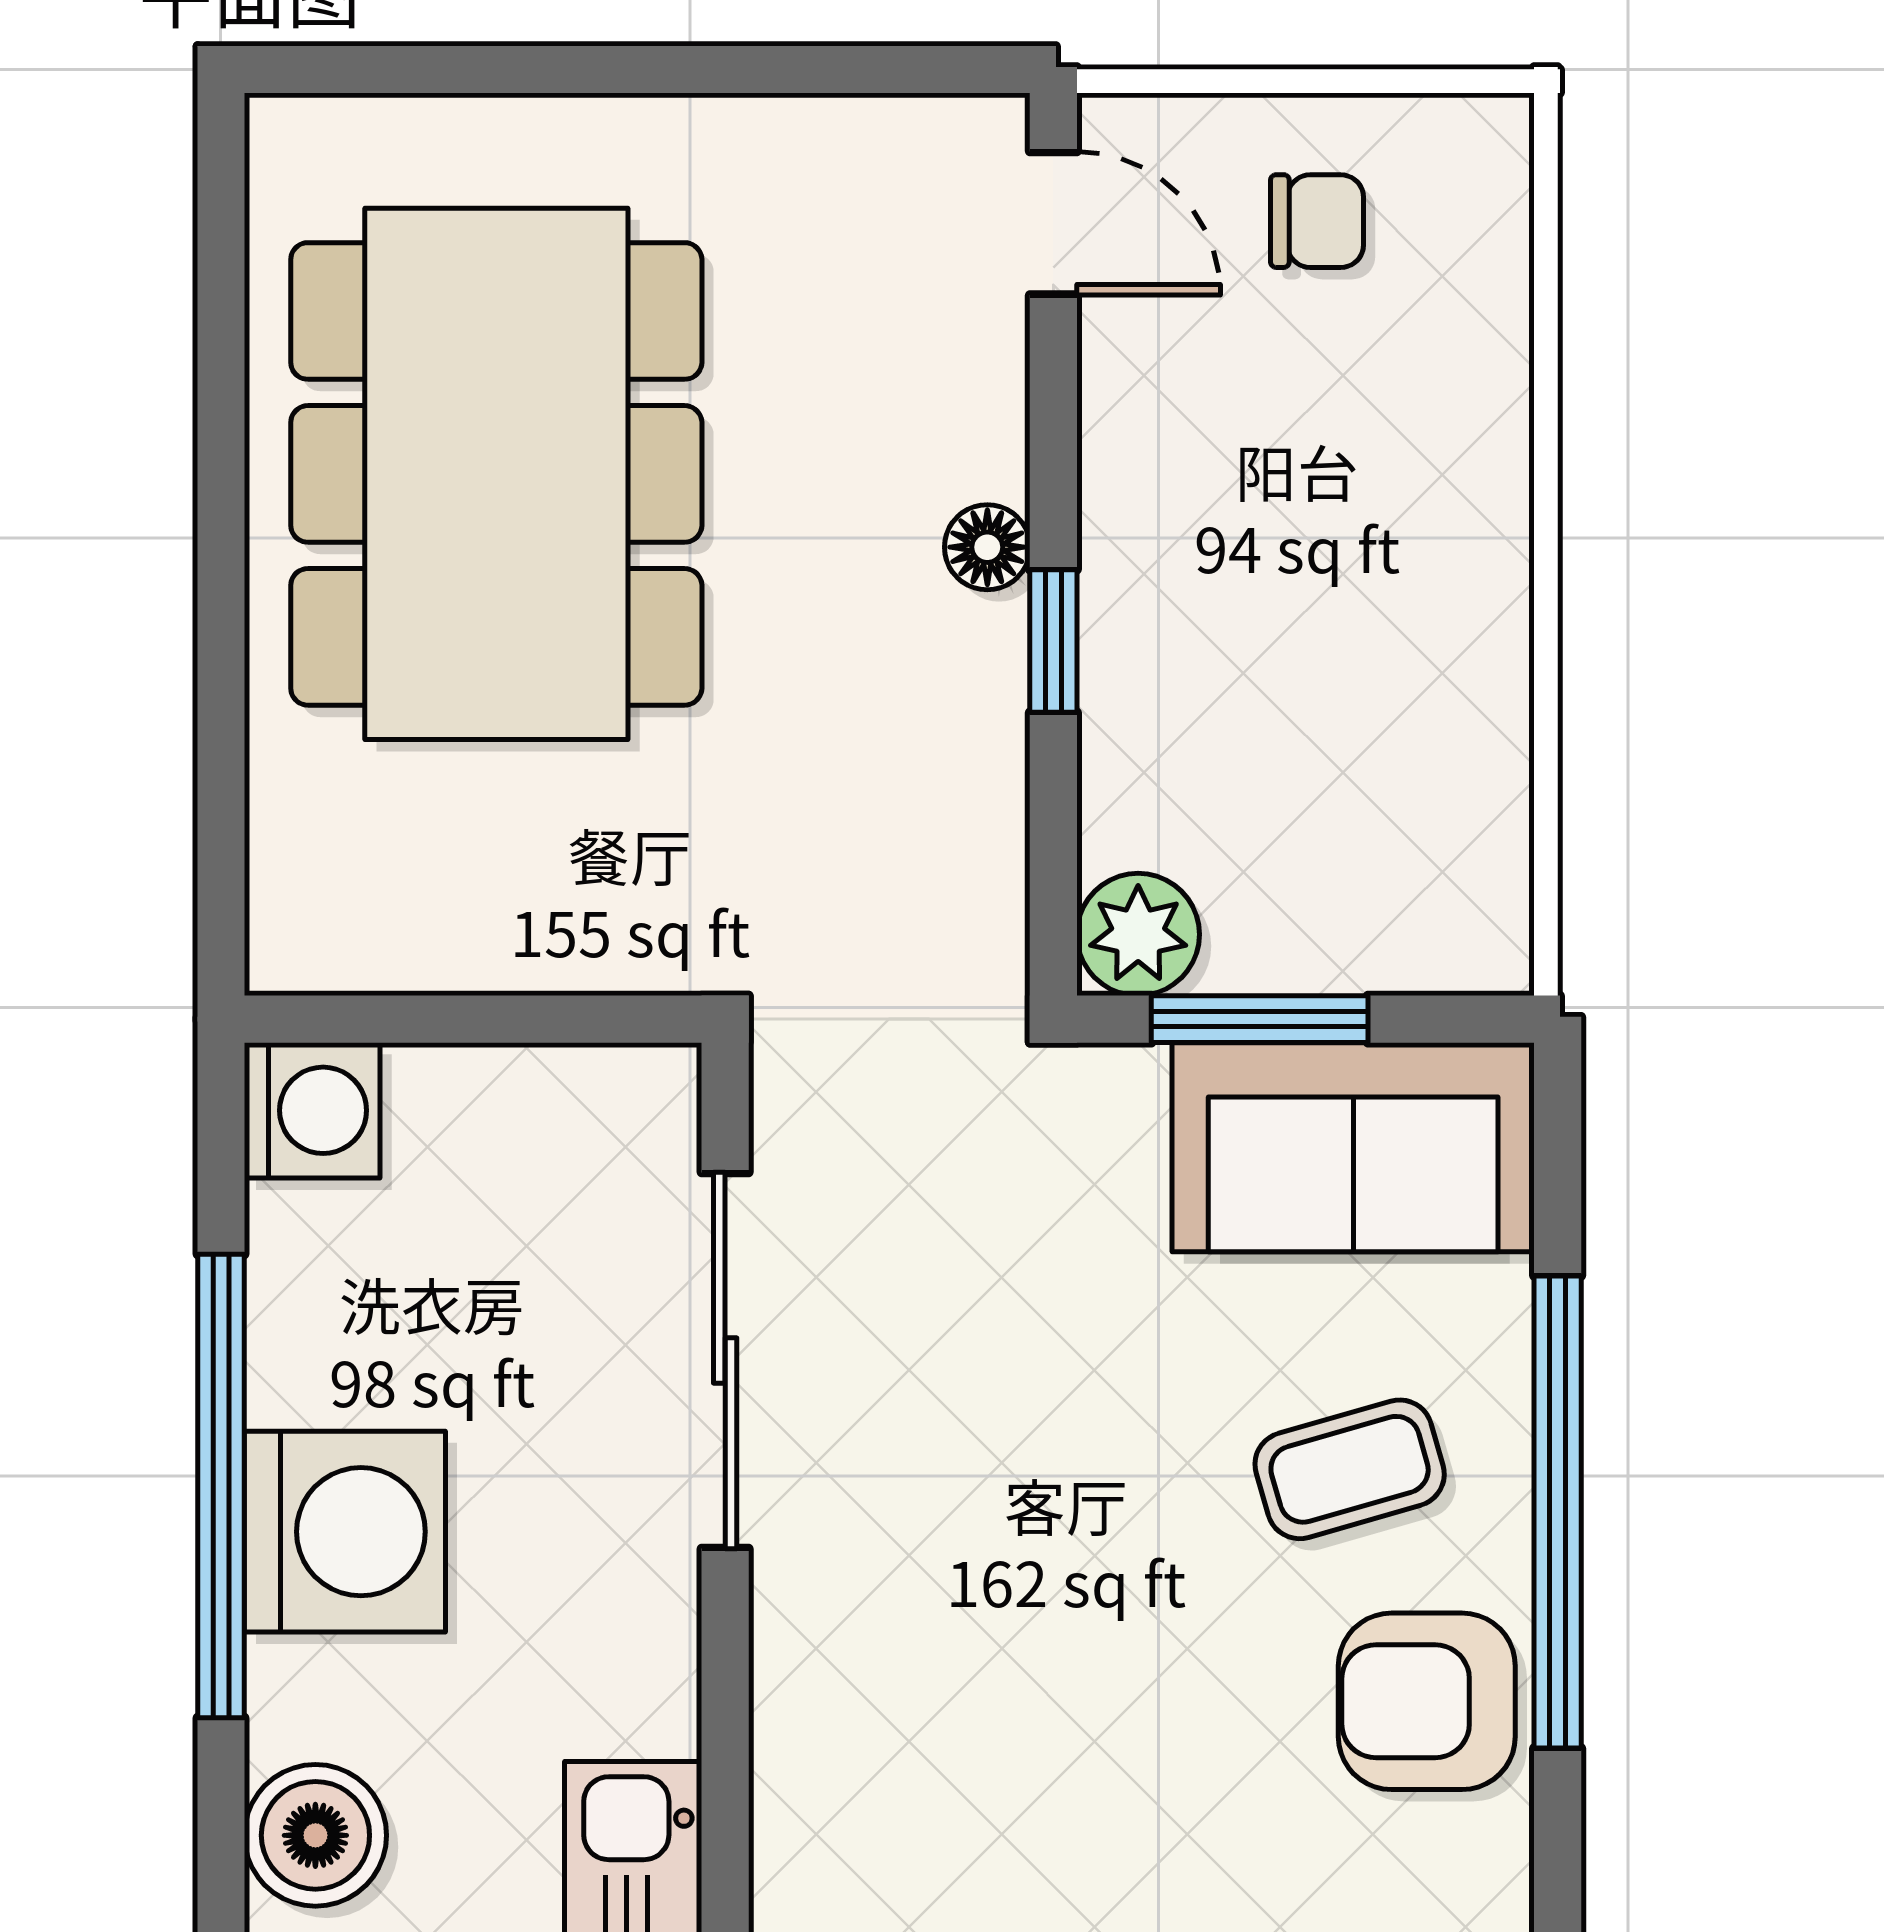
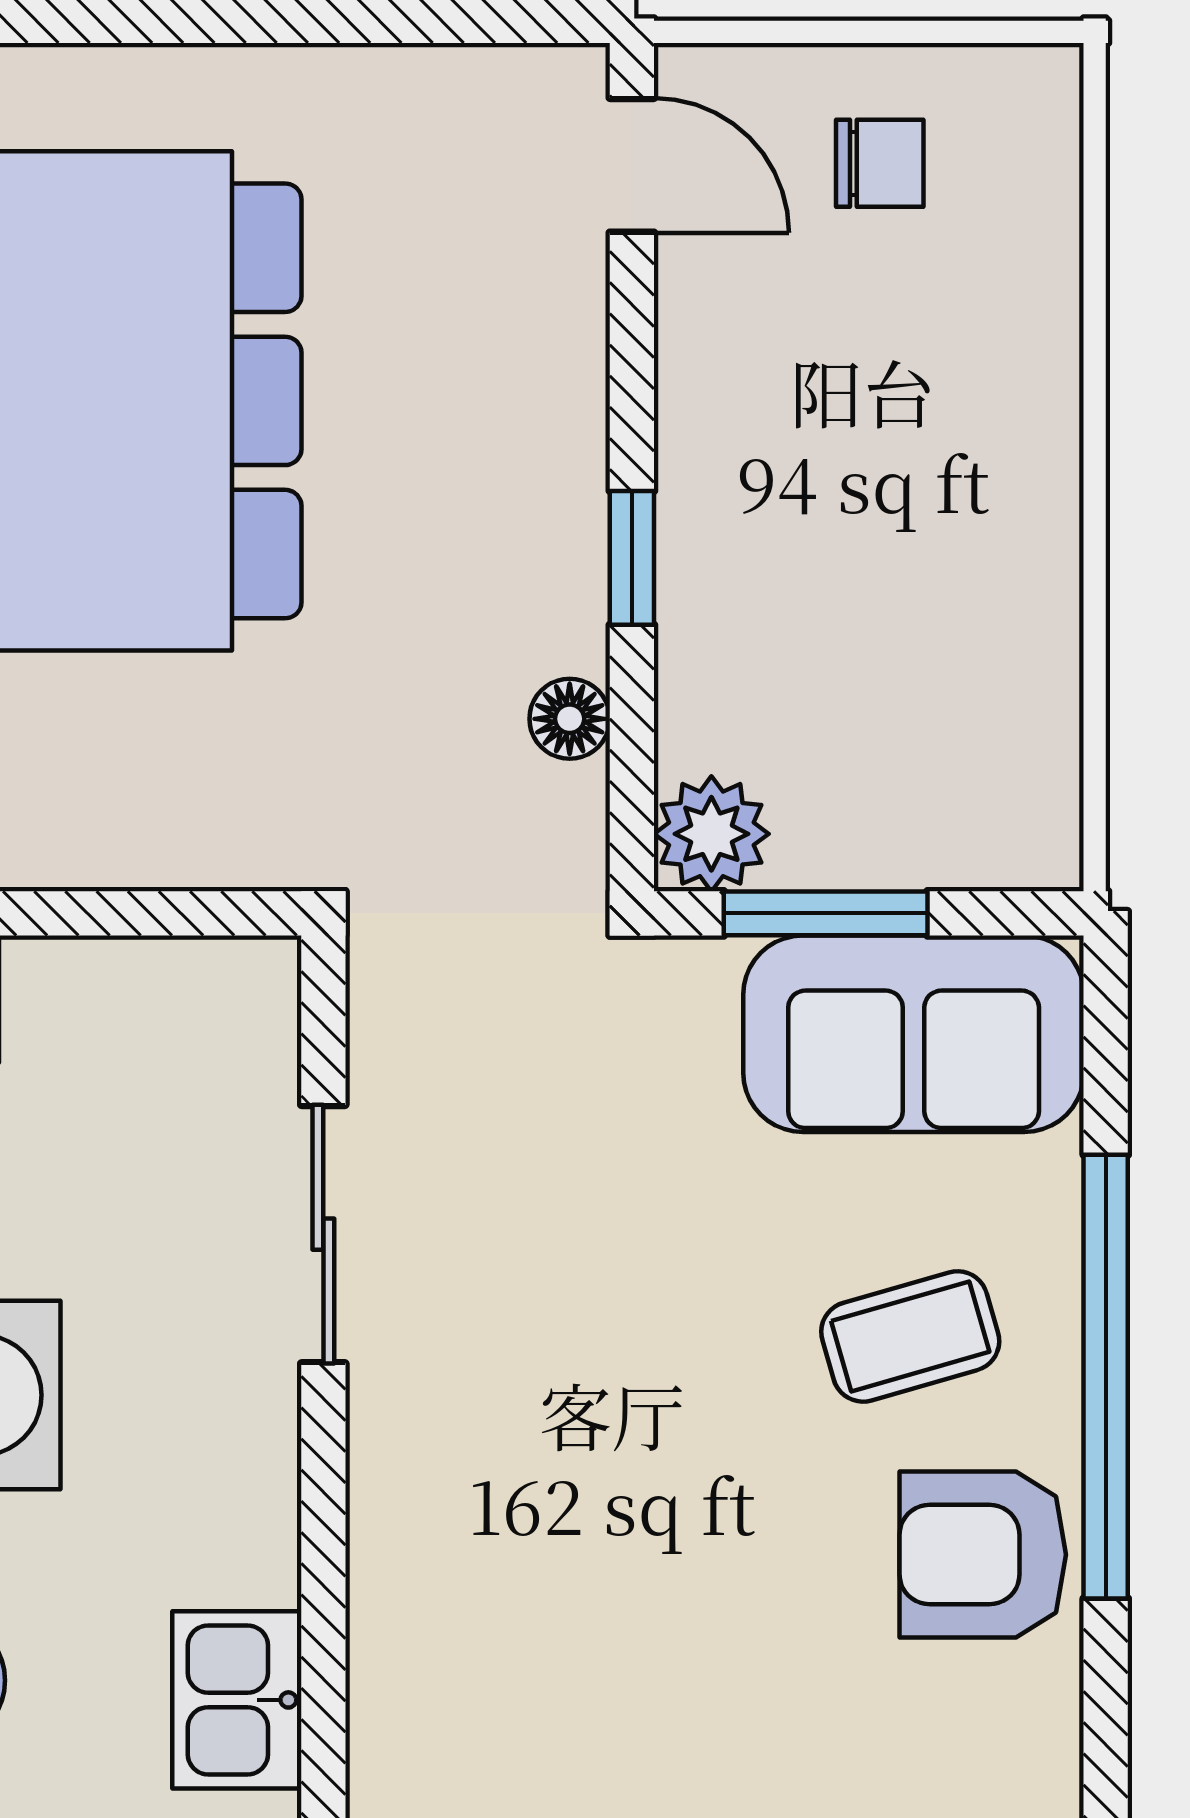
floor lamp: (987, 547) -> (570, 719), moved
sliding door: (725, 1360) -> (323, 1234), width x0.73

